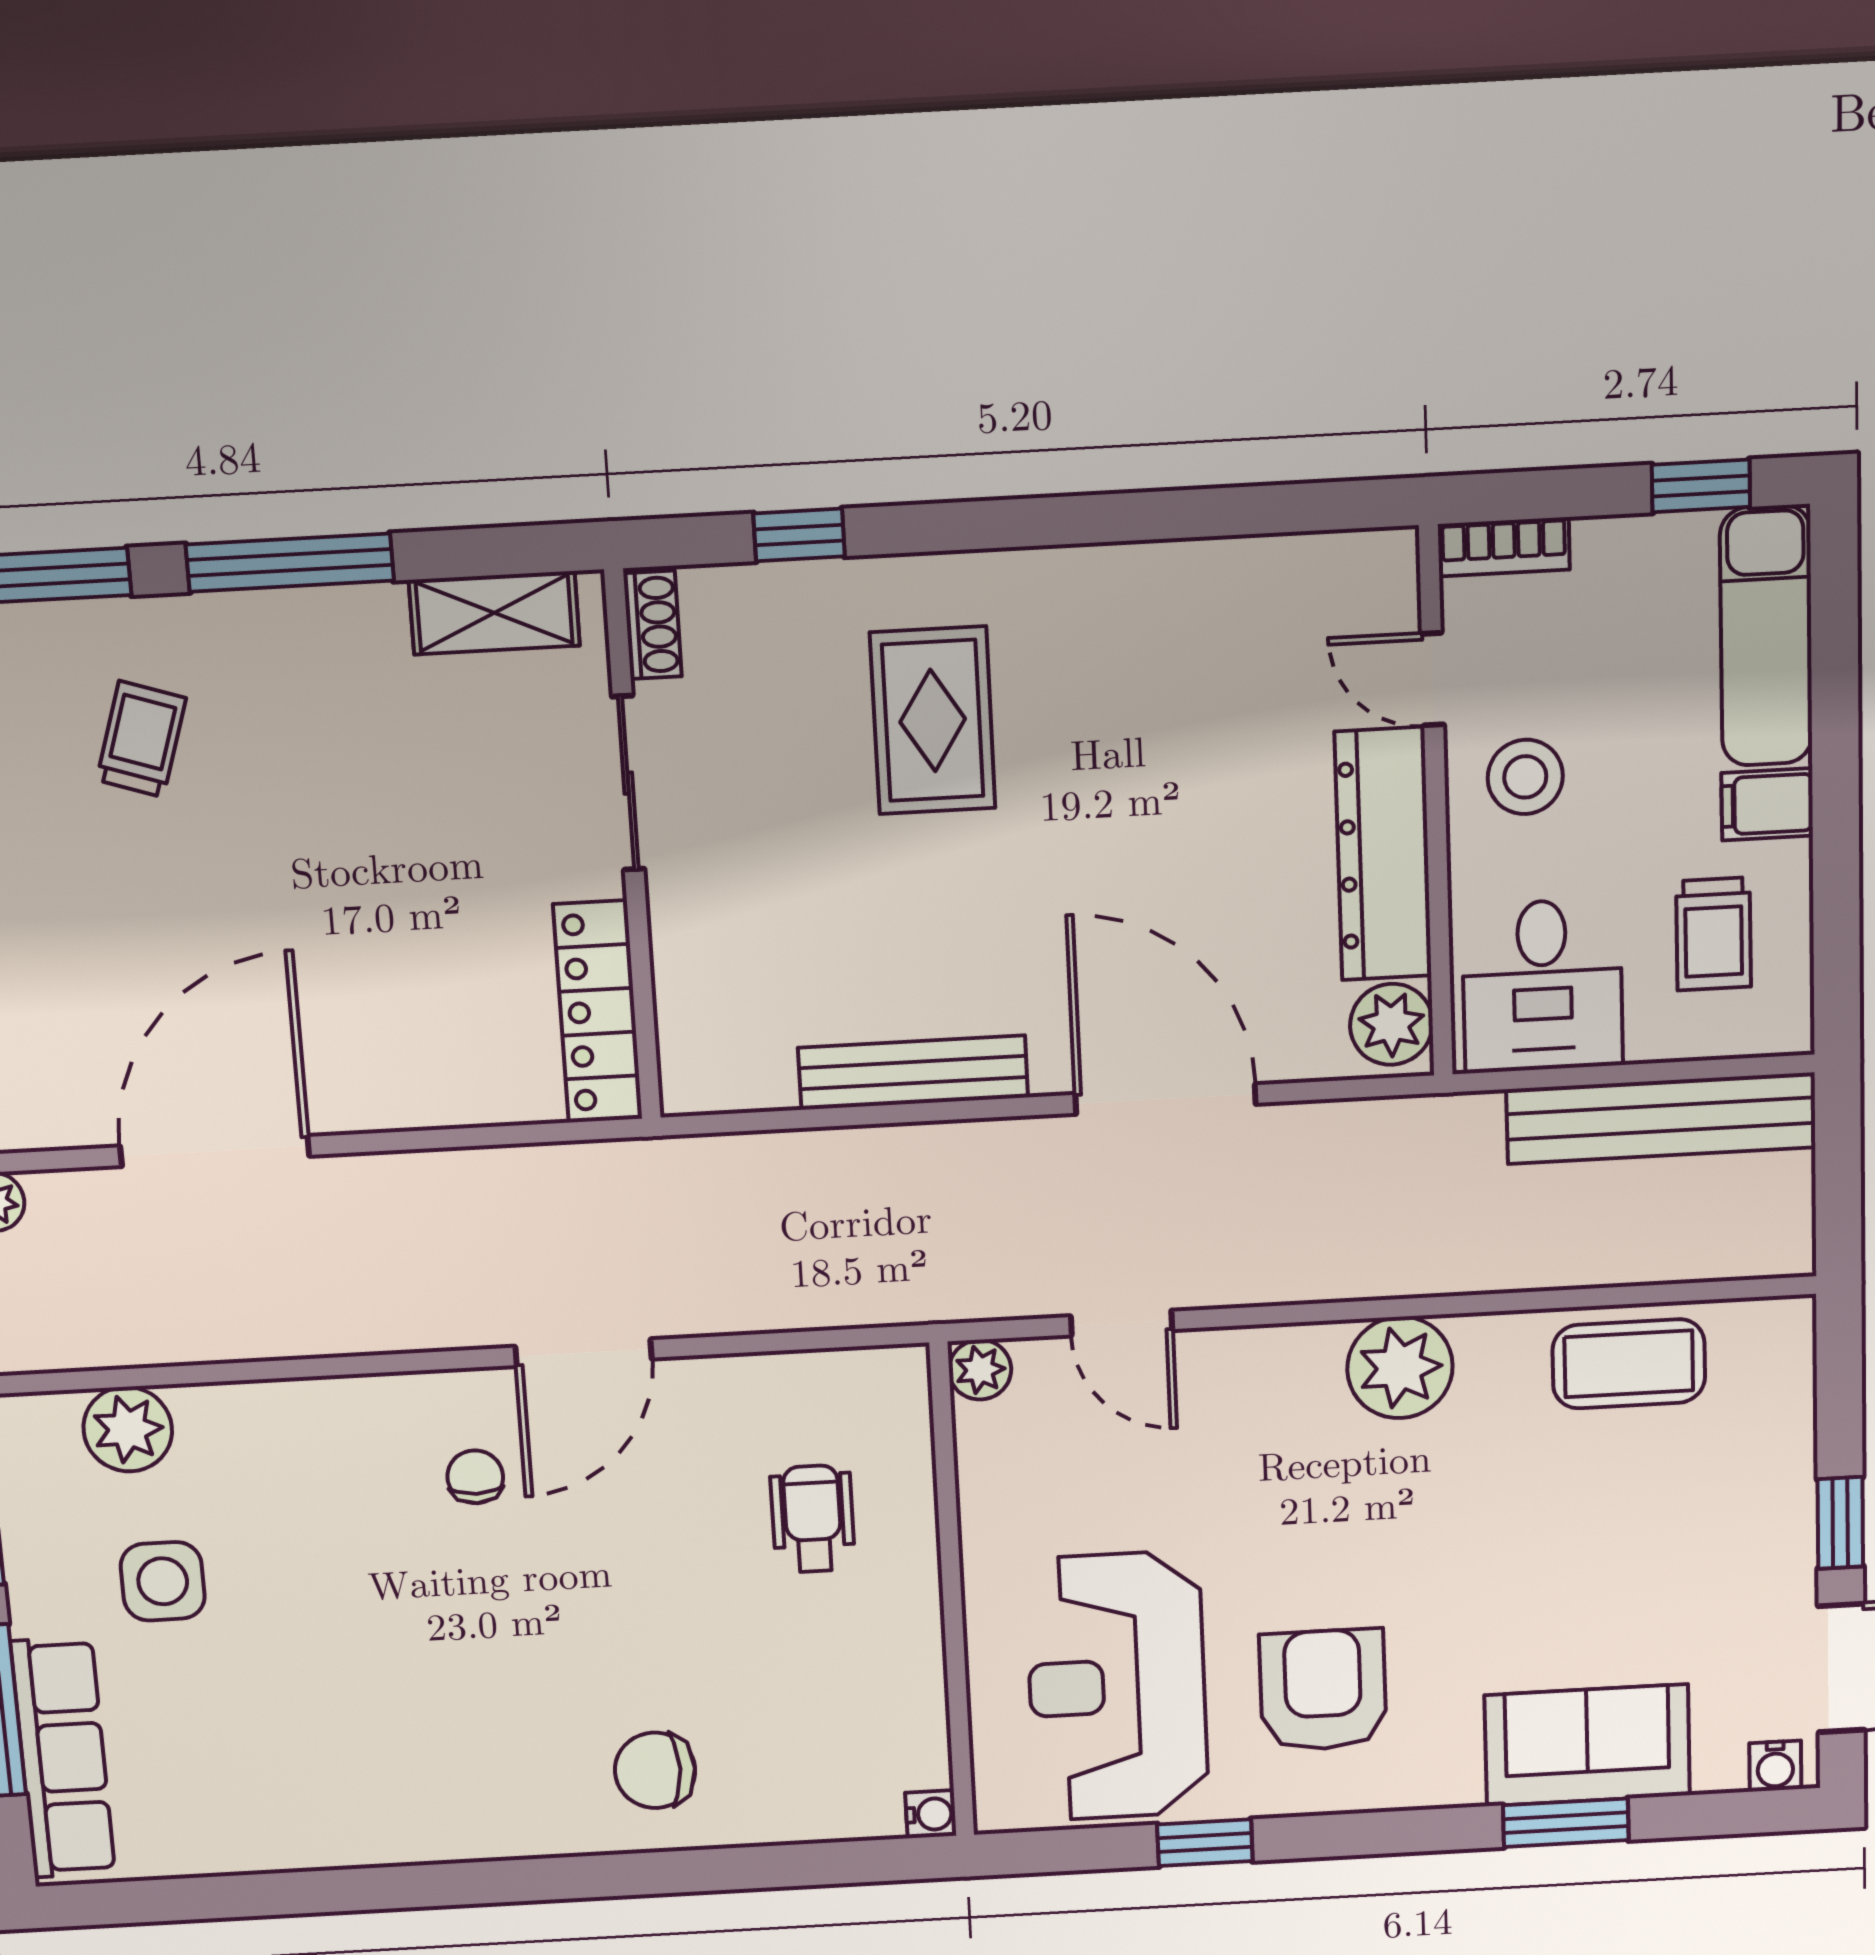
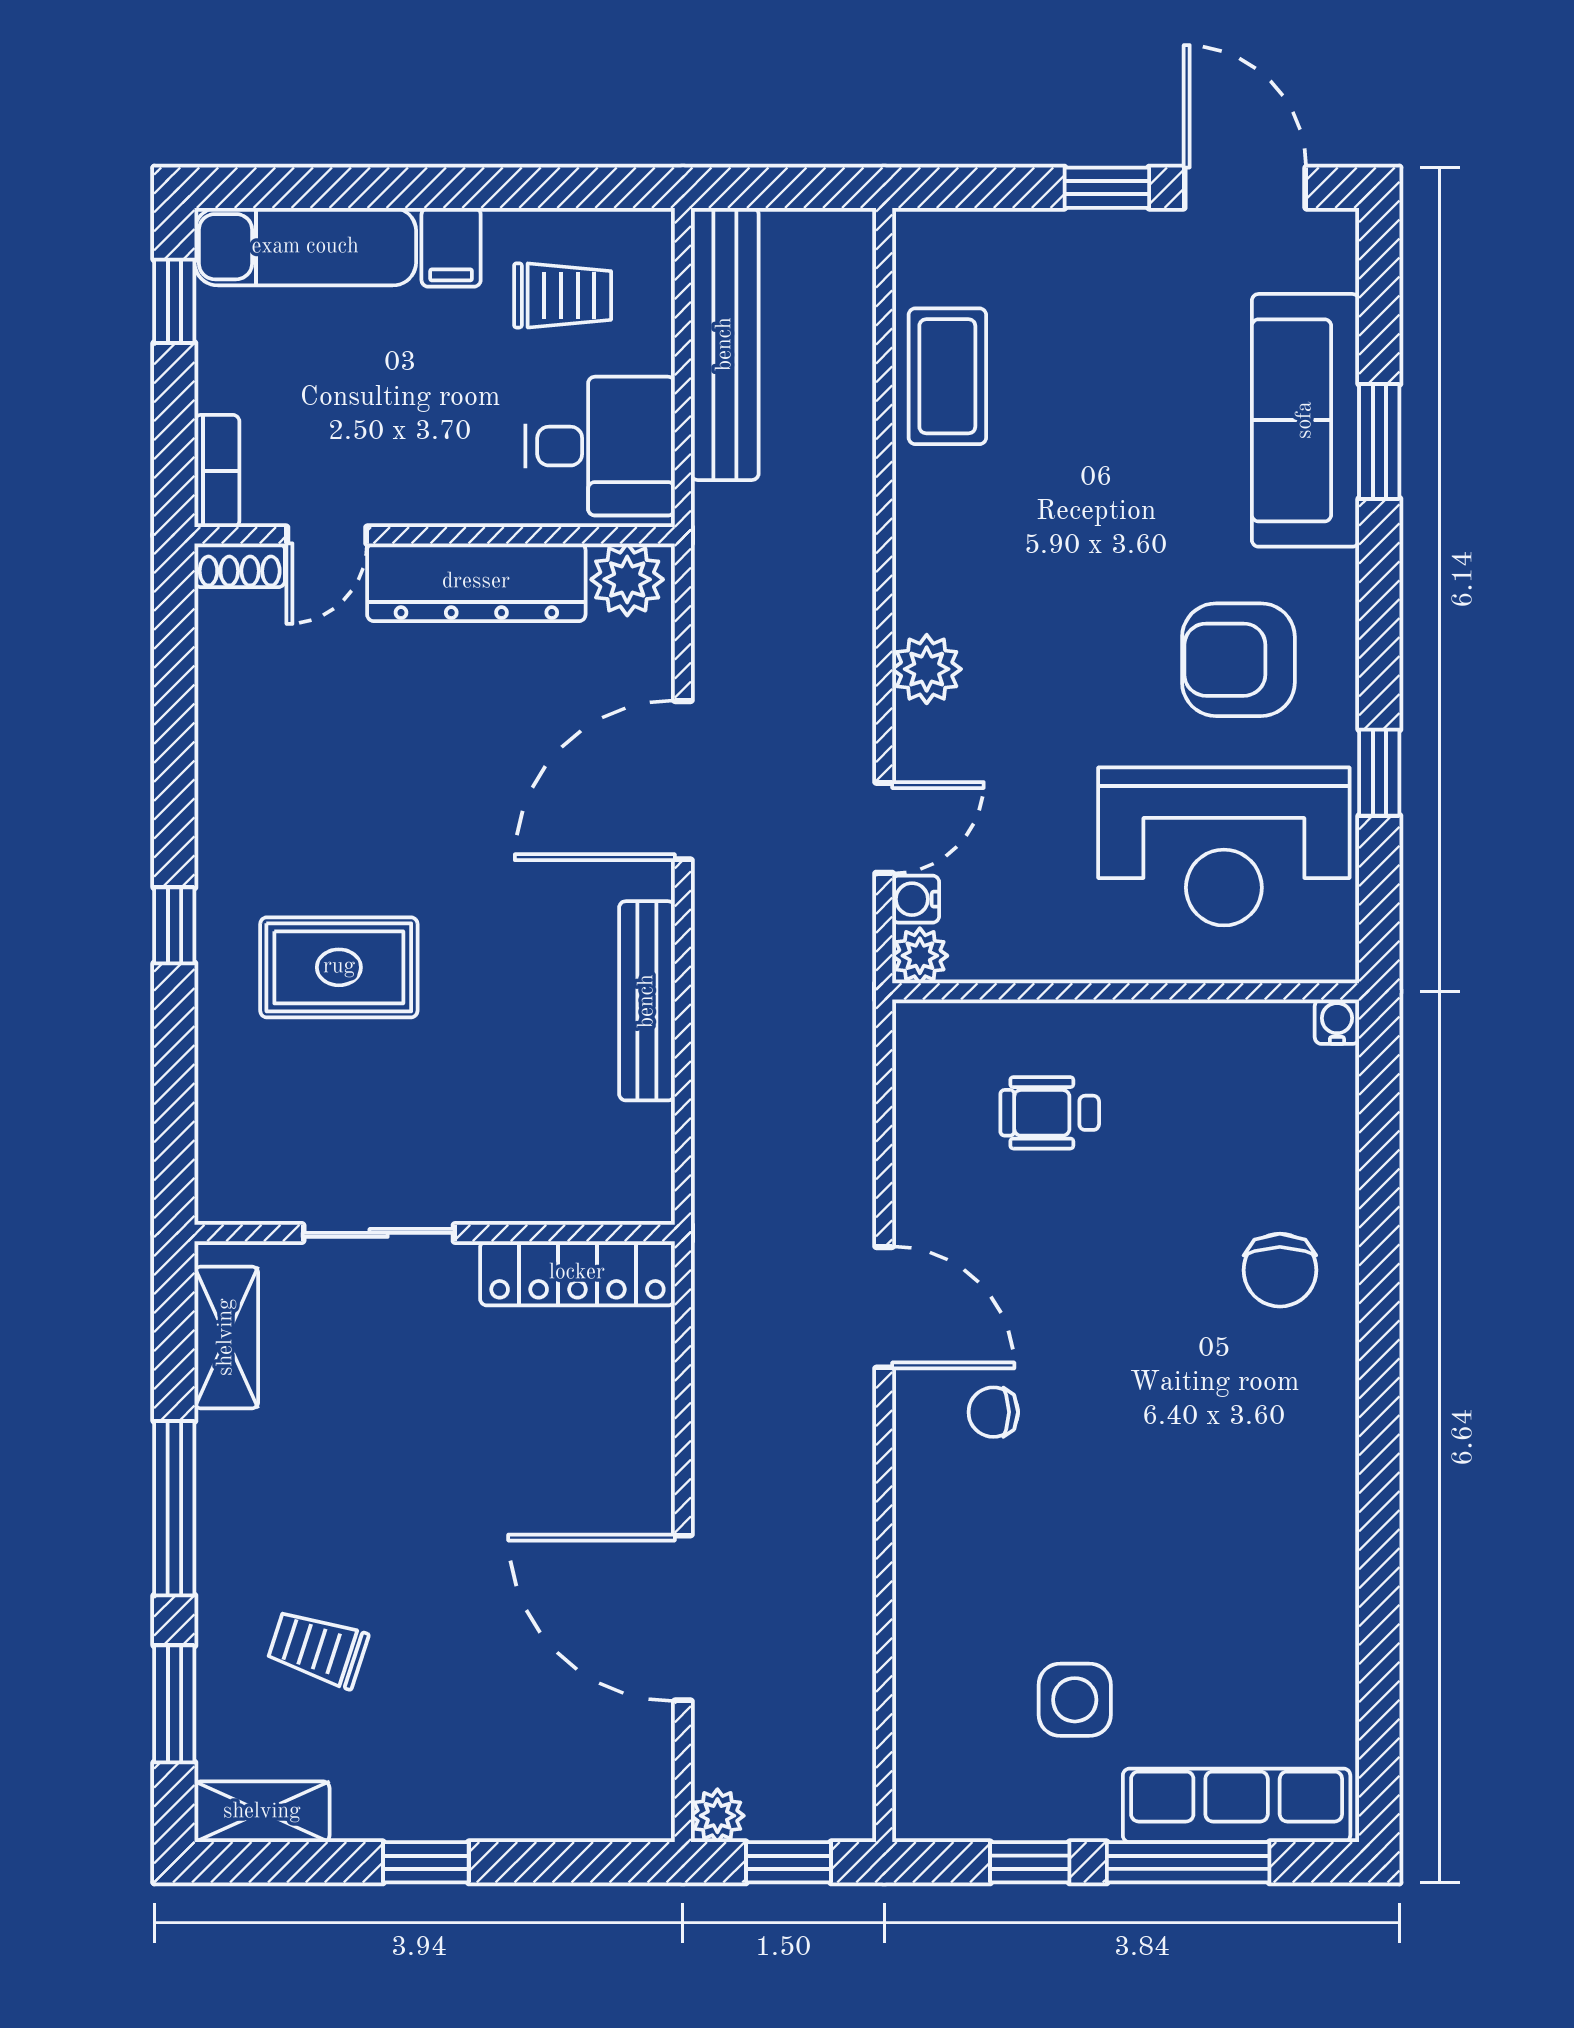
window: (799, 535) -> (174, 925), moved
shoe rack: (652, 625) -> (240, 565), moved, turned 180
stool: (1525, 777) -> (416, 457), removed
plant: (1400, 1368) -> (927, 669), moved, width x0.73, depth x0.73
plant: (128, 1429) -> (931, 1718), removed
sofa: (1587, 1745) -> (1305, 420), width x1.36
water cooler: (1775, 1766) -> (916, 899), moved, turned 180

